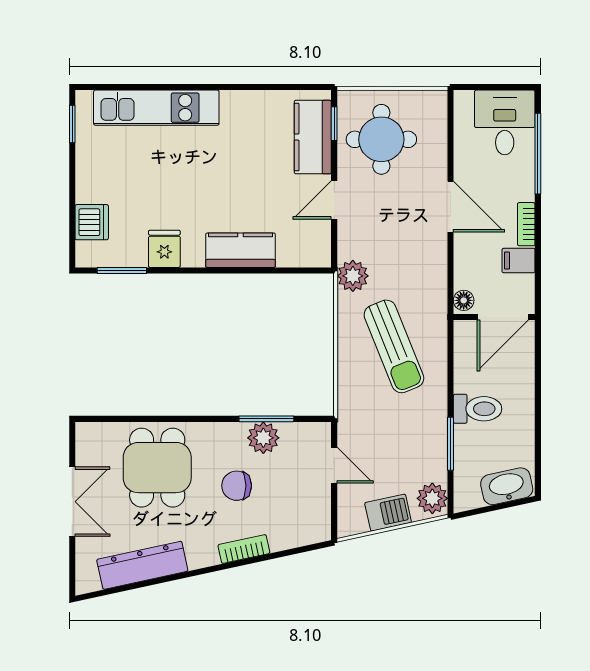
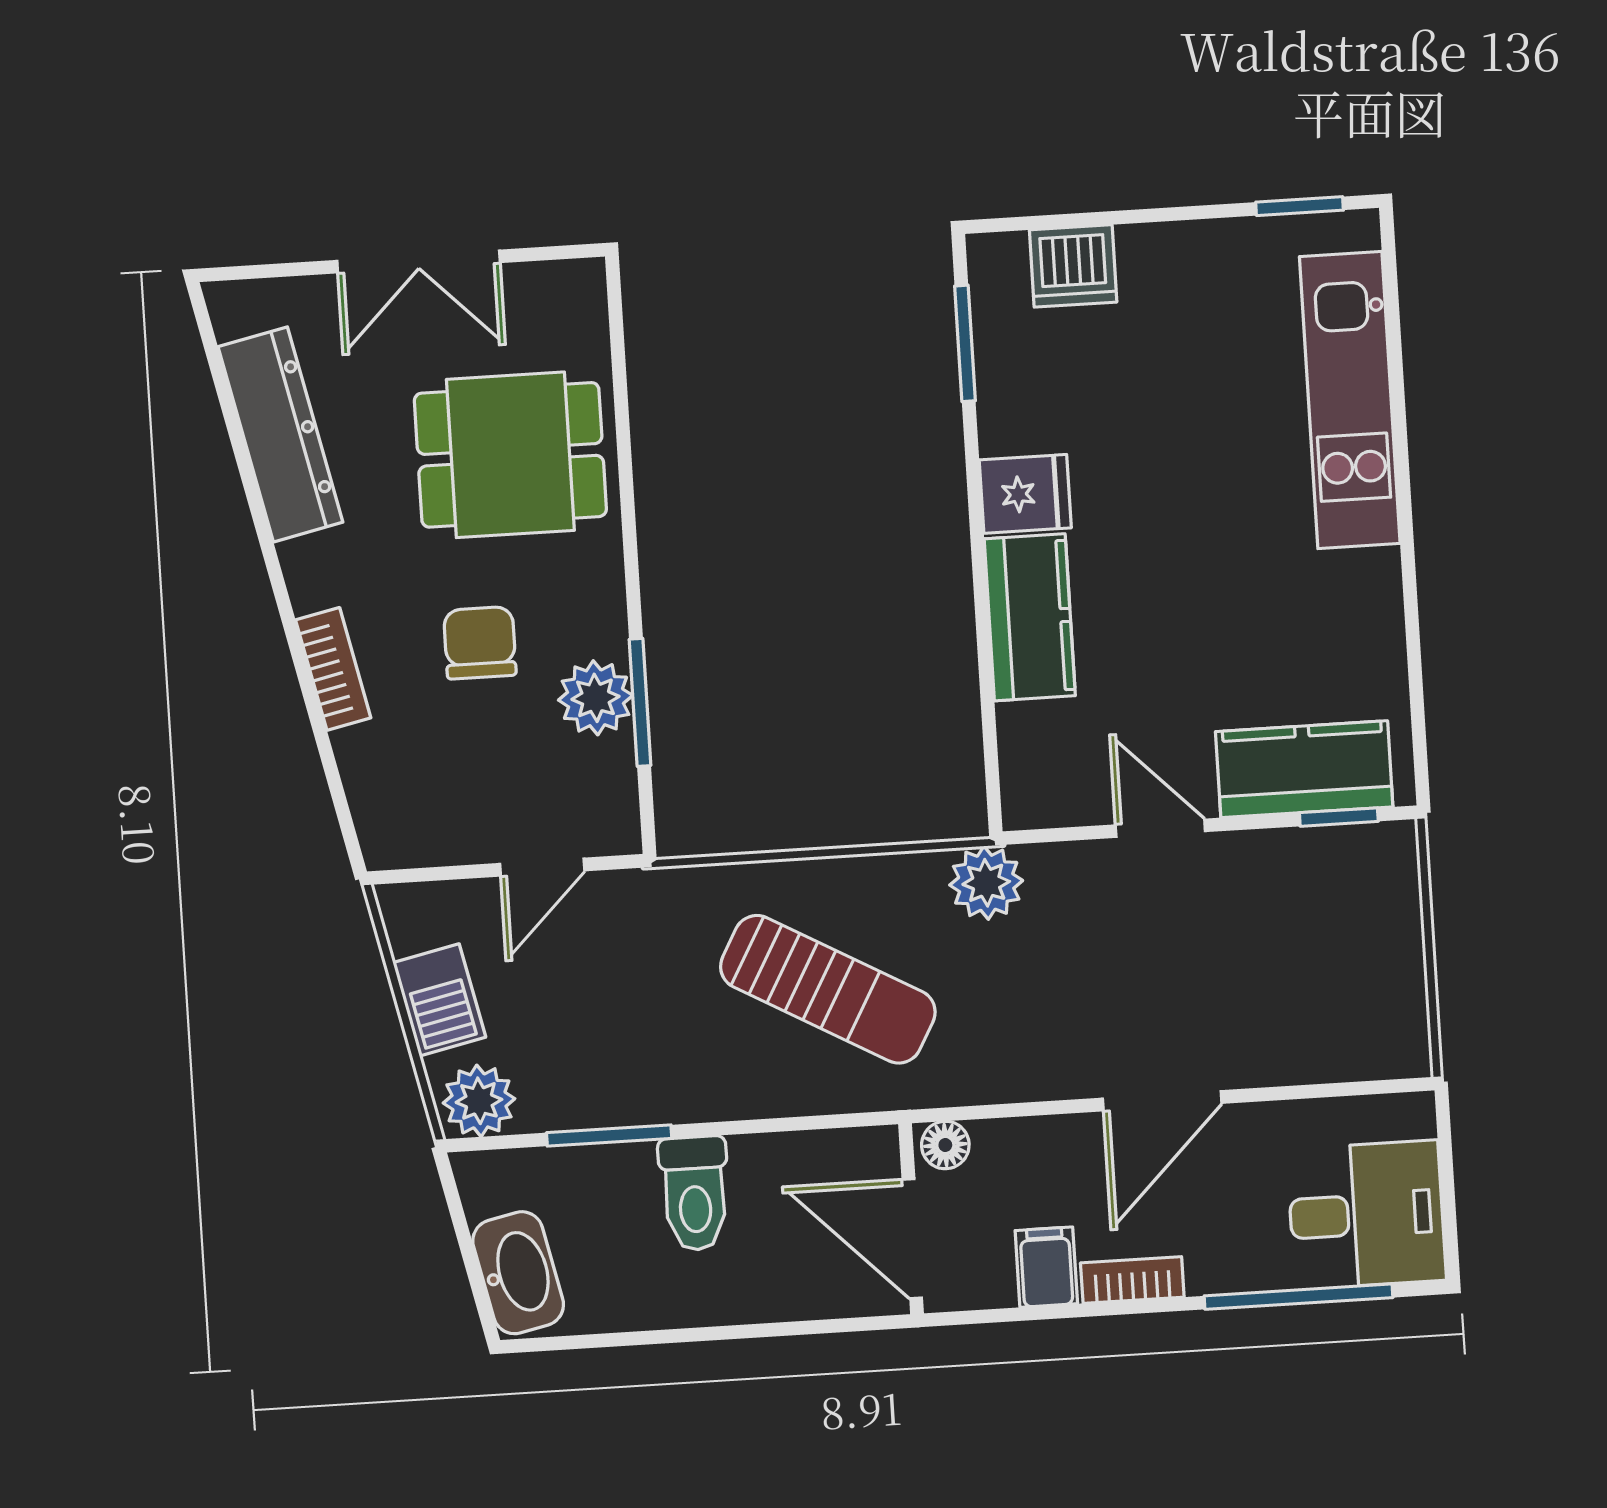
round table: (381, 139) -> (1309, 930), removed
fridge: (164, 249) -> (1025, 494), moved
sun lounger: (394, 346) -> (828, 989), turned -129

